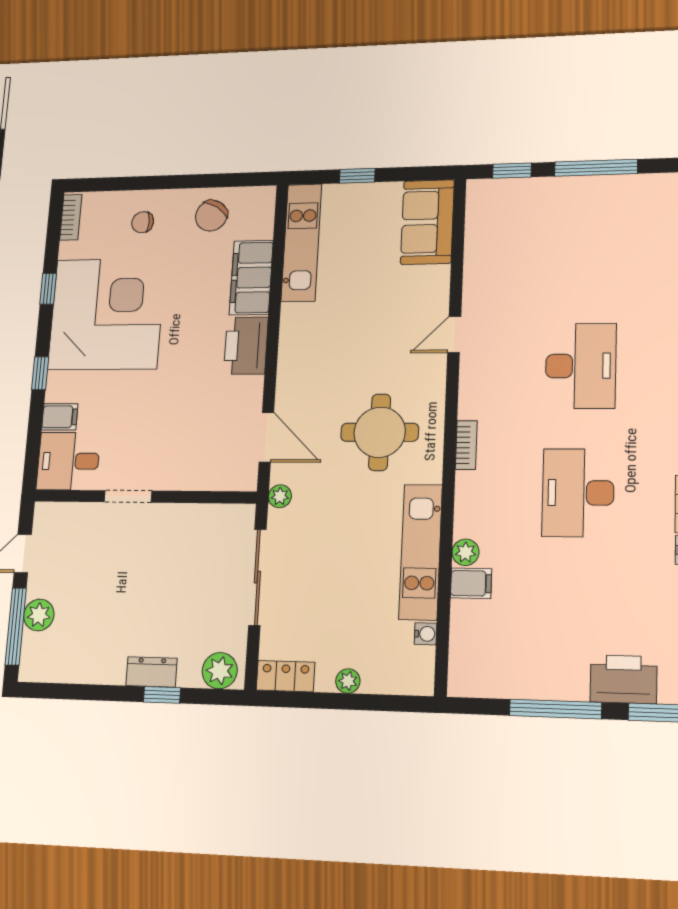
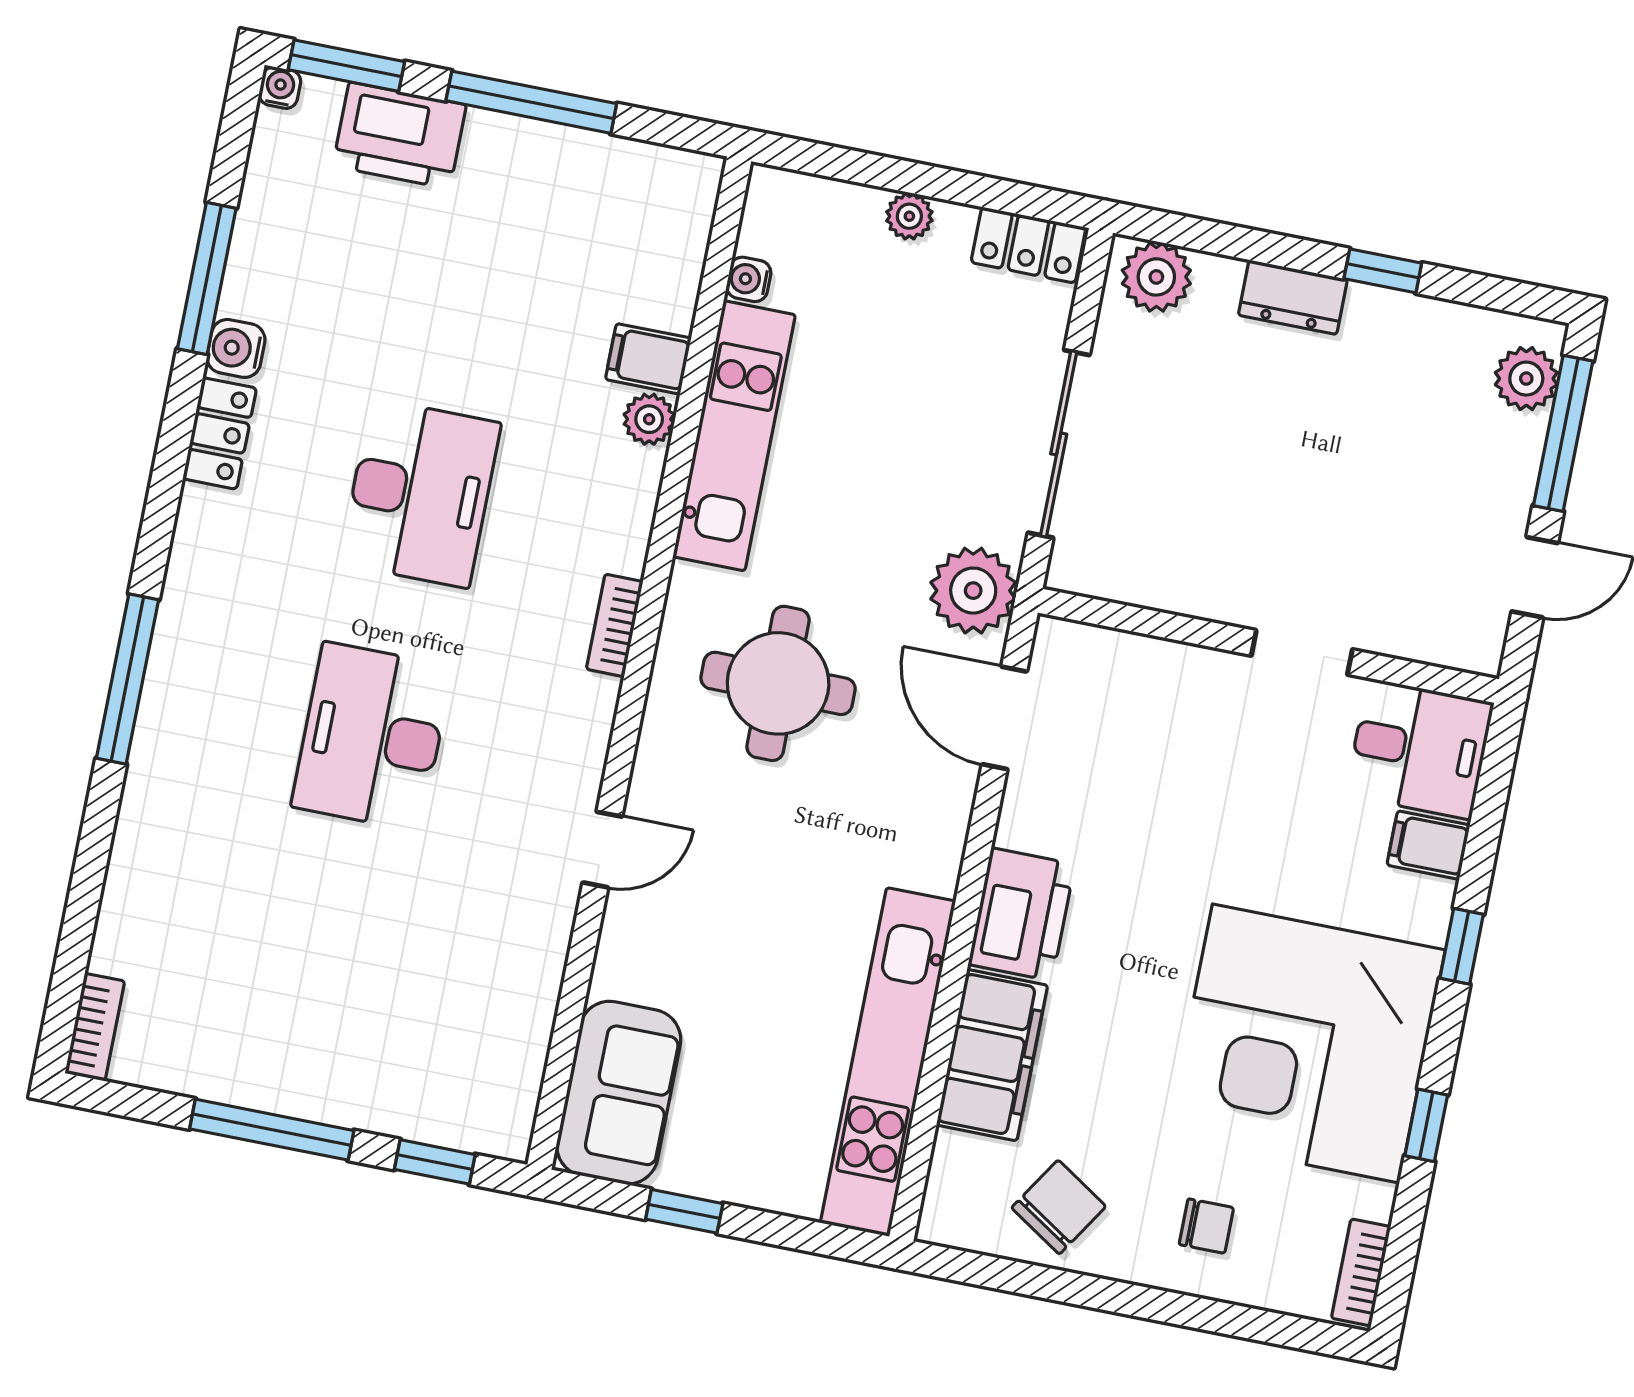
window: (357, 176) -> (684, 1211), moved
kitchen unit: (301, 243) -> (888, 1062), width x1.36
plant: (280, 496) -> (973, 591), width x1.87, depth x1.87
plant: (39, 615) -> (1526, 379), moved
window: (162, 695) -> (1383, 271), moved

